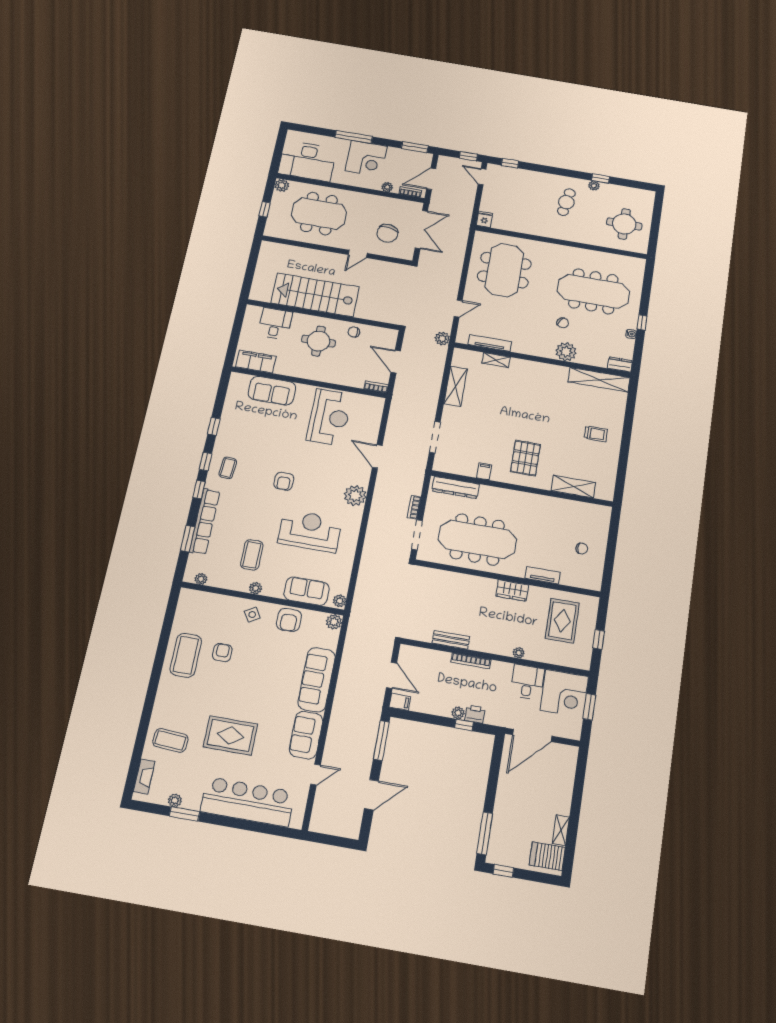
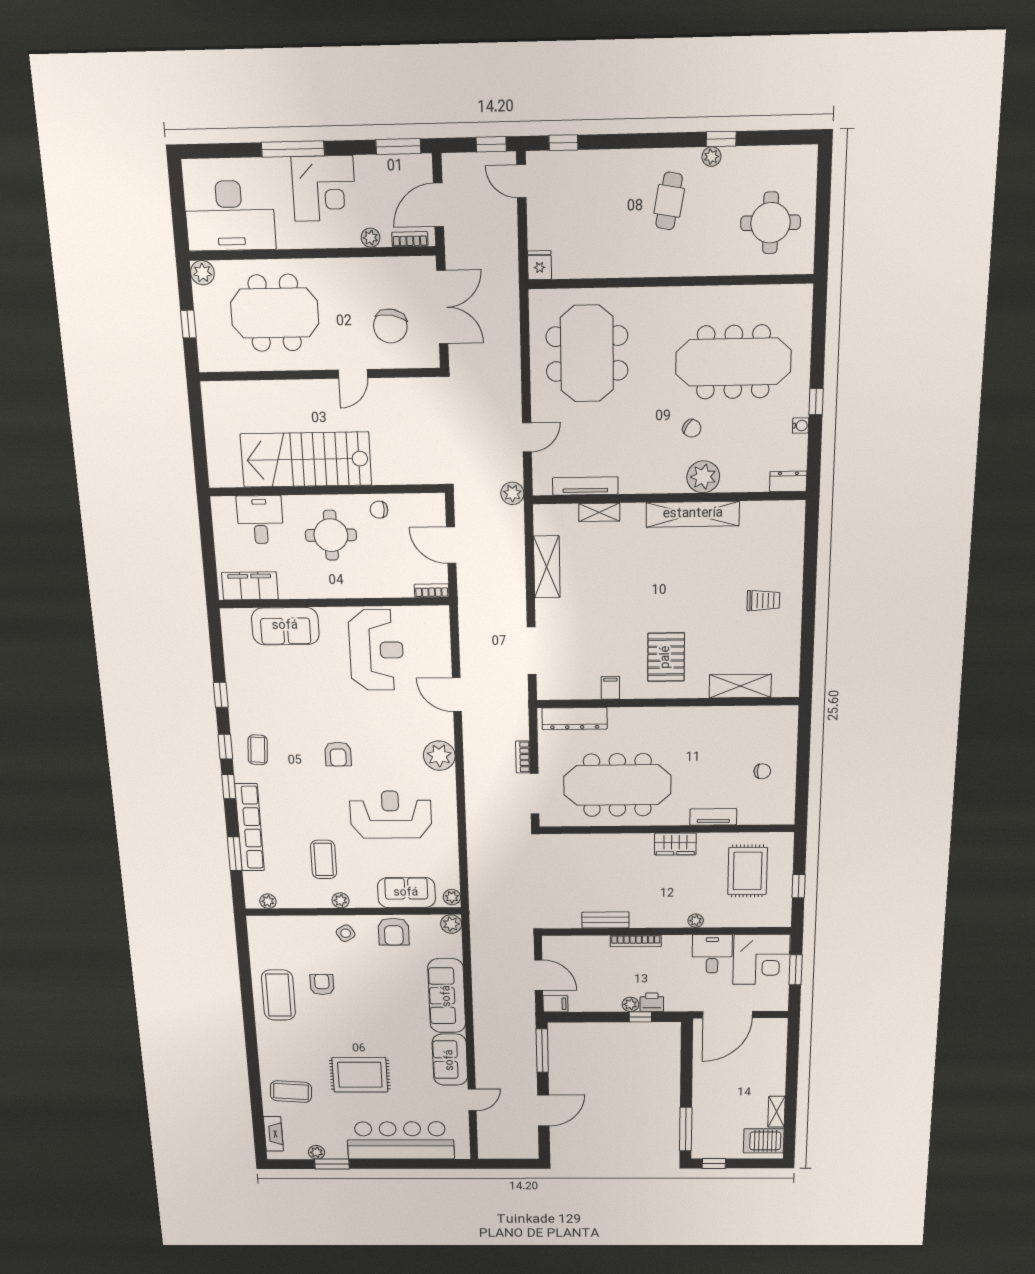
shelving: (599, 380) -> (693, 514), moved

